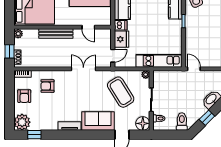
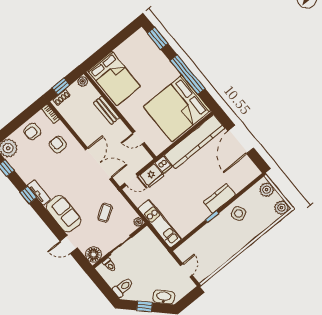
door: (88, 27) -> (139, 138), hinge flipped
bench: (56, 34) -> (106, 110), width x0.73
double door: (83, 69) -> (99, 164), width x1.37
door: (194, 69) -> (186, 270), moved
coffee table: (121, 92) -> (105, 213), width x0.54, depth x0.58
window: (65, 135) -> (28, 195), added

